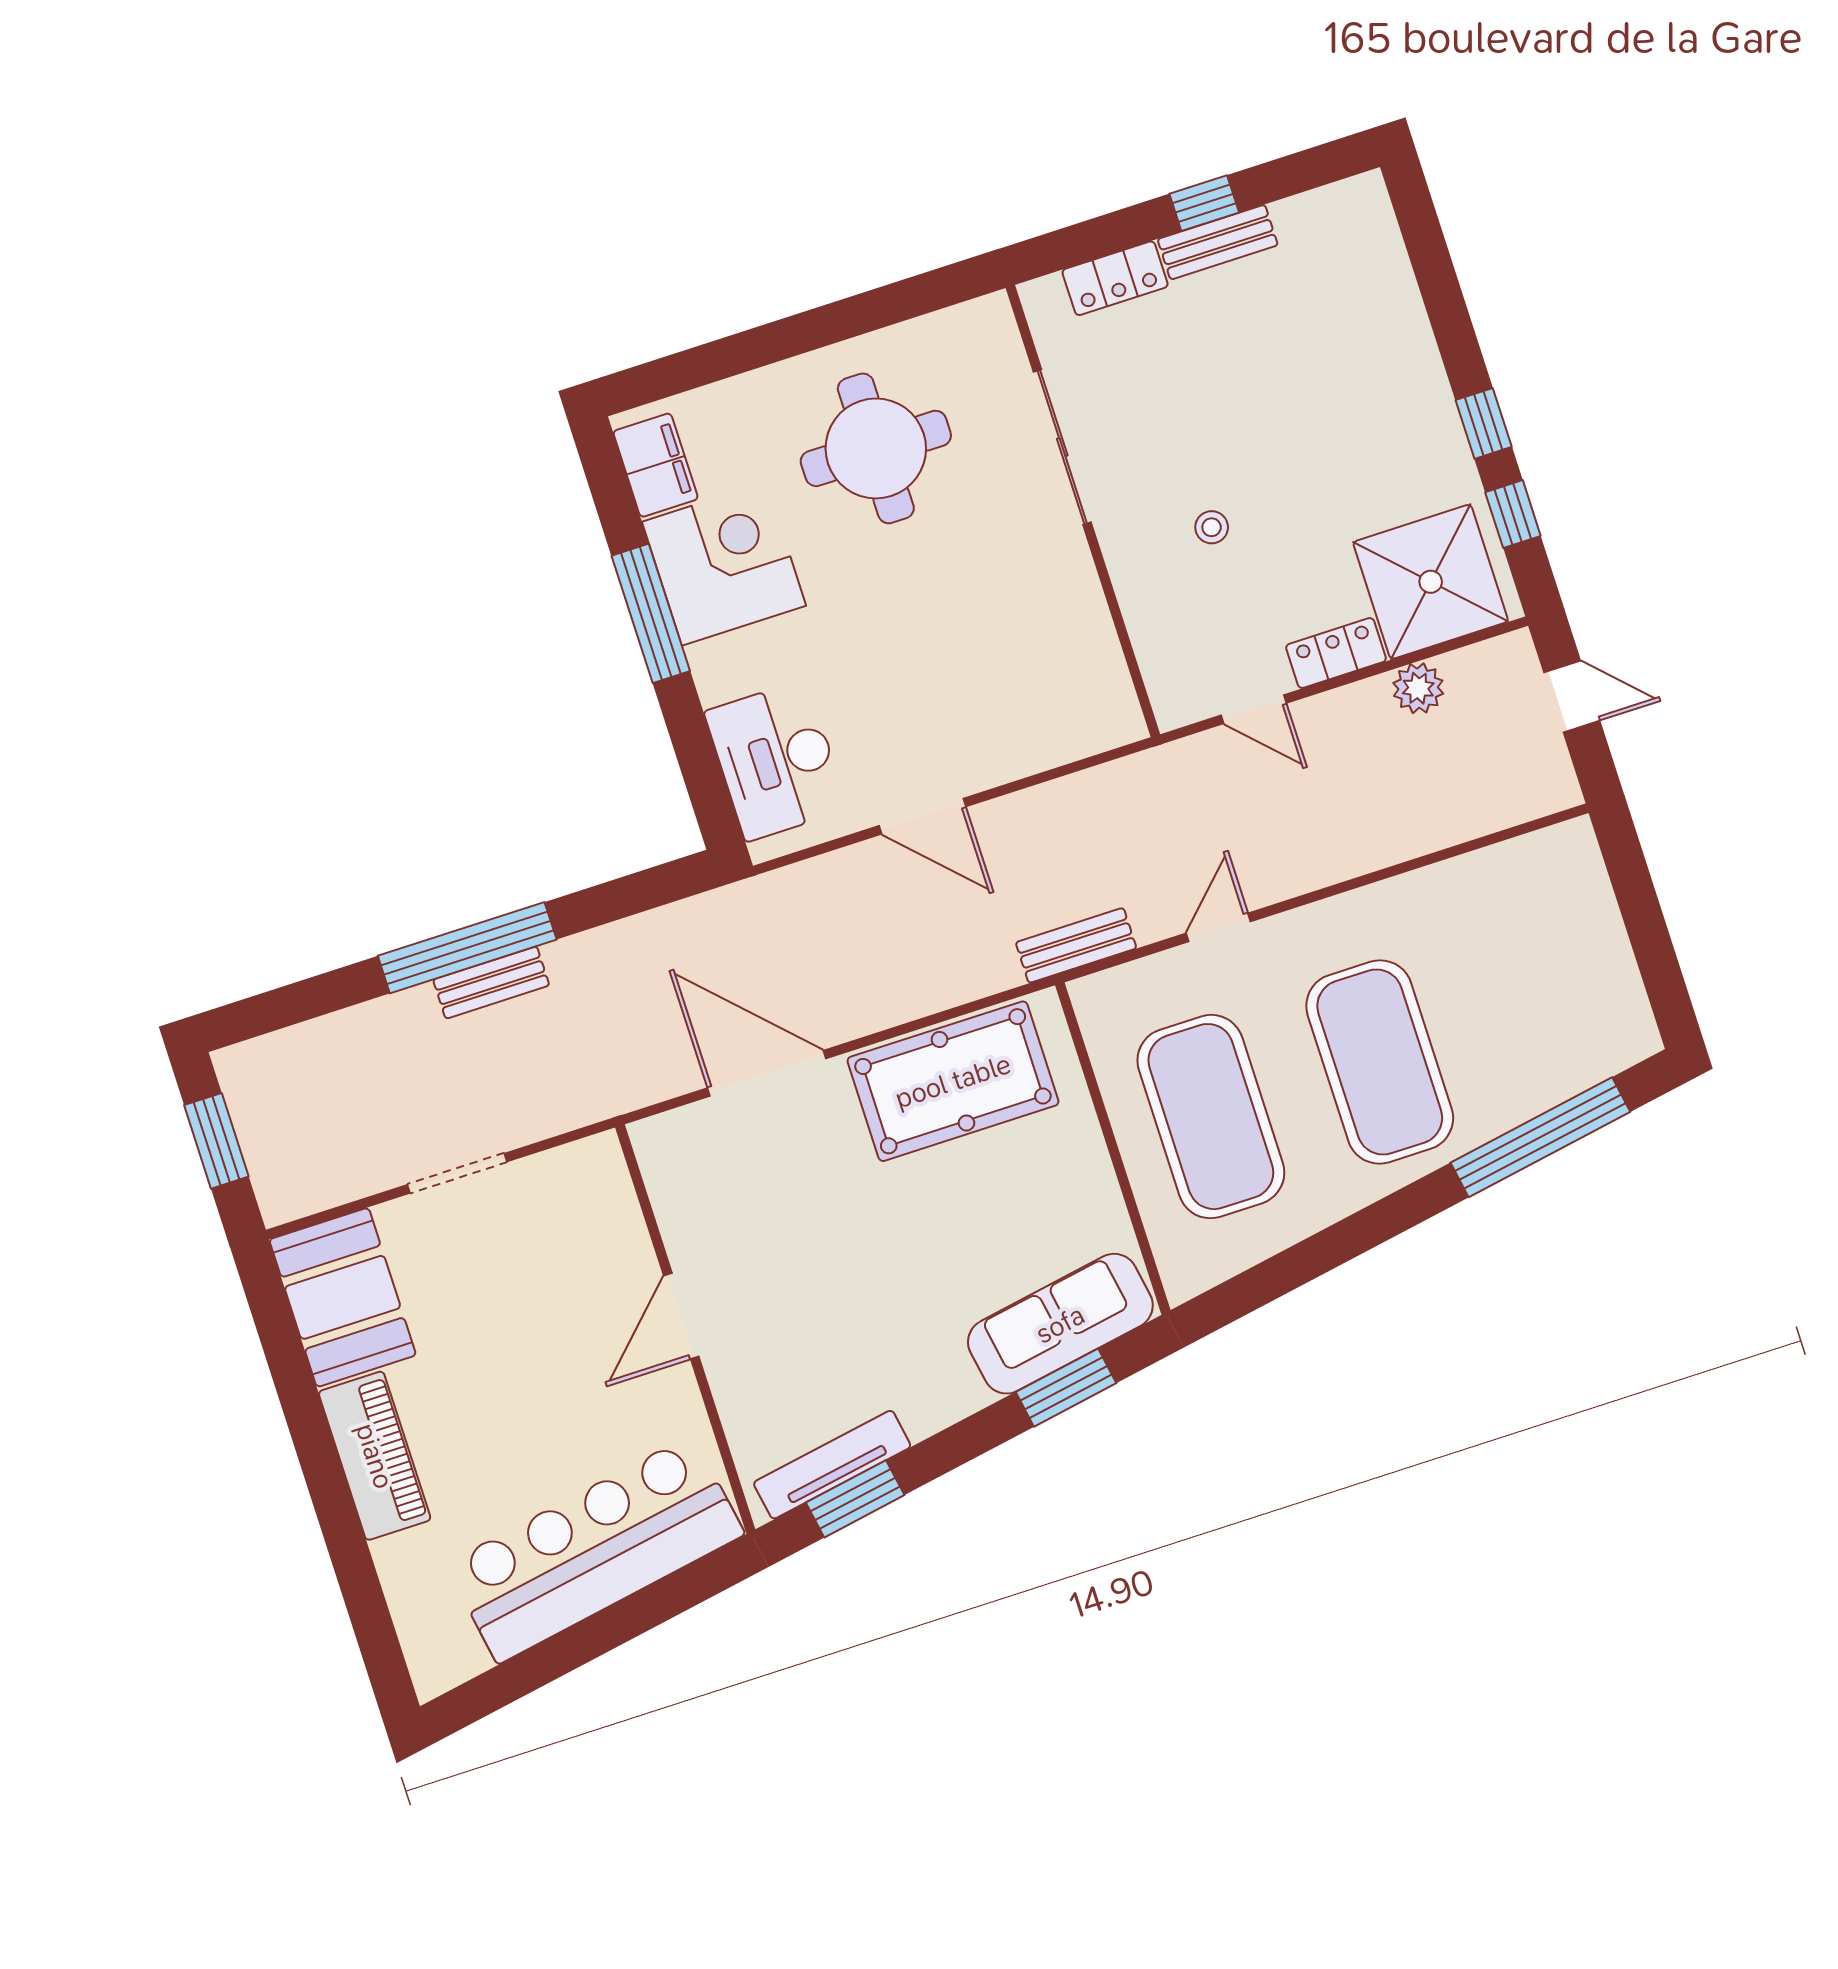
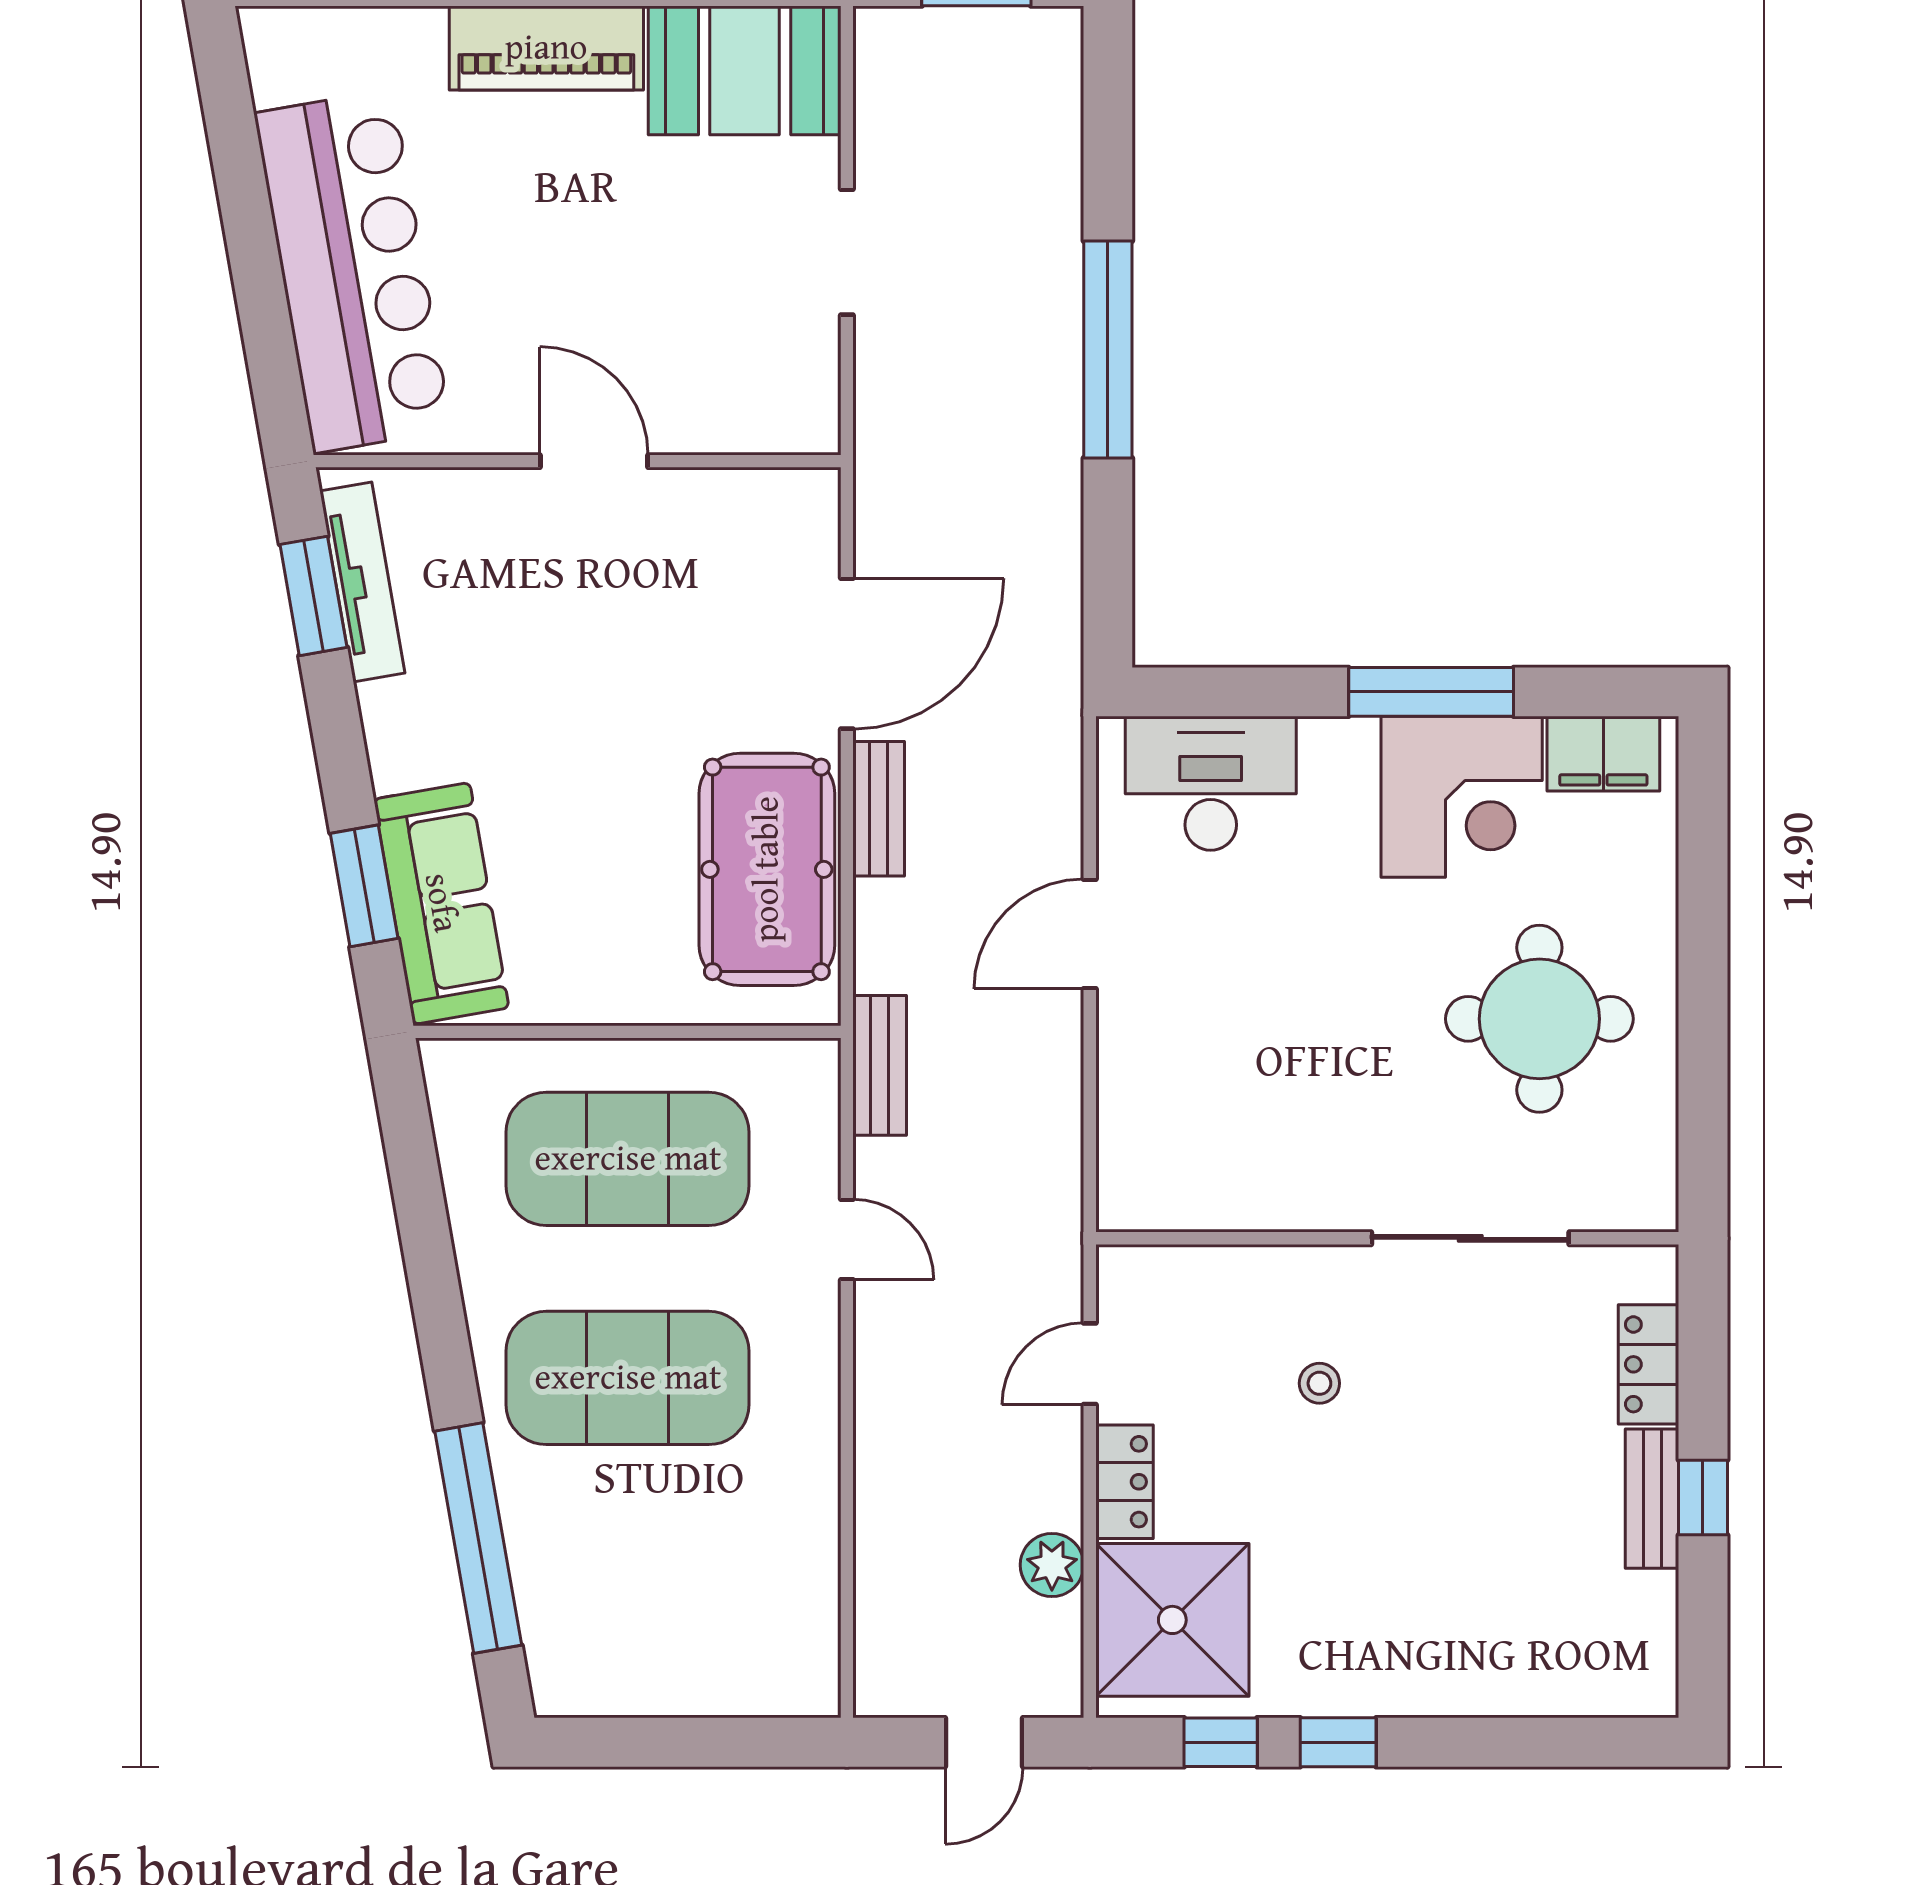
bench: (491, 983) -> (879, 809), moved

